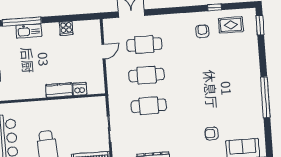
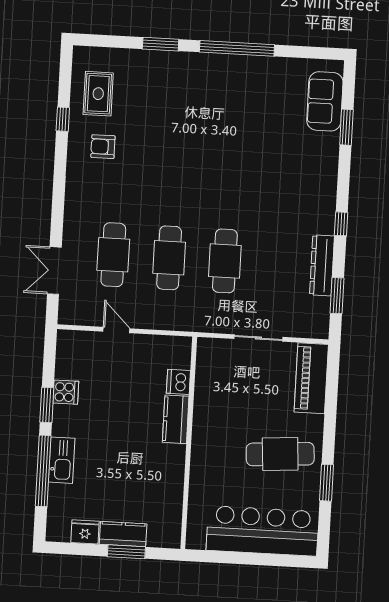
window: (58, 19) -> (47, 405), added
window: (260, 25) -> (161, 44), moved
armchair: (212, 134) -> (290, 154), removed

